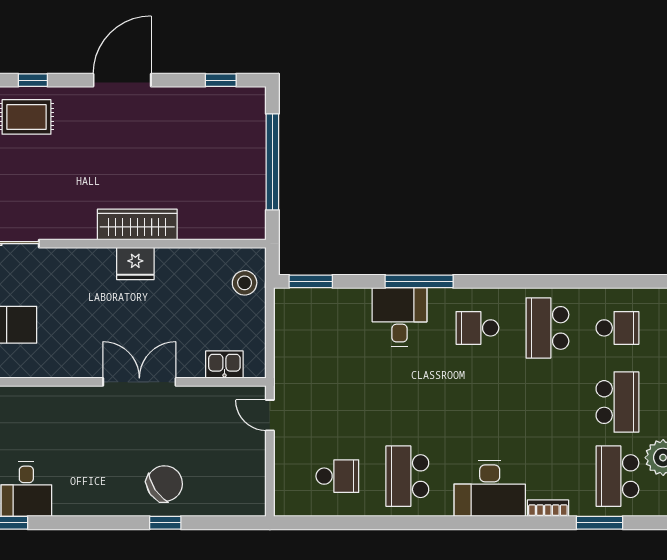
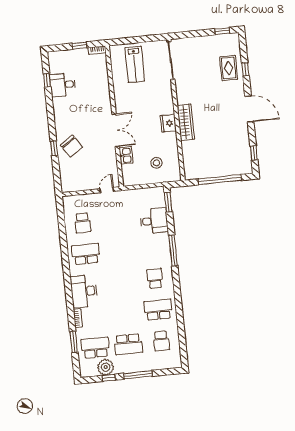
stool: (245, 283) -> (156, 163), moved
desk: (400, 317) -> (154, 221), moved
kitchen sink: (224, 365) -> (126, 155), moved

